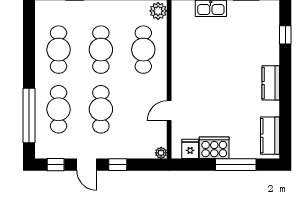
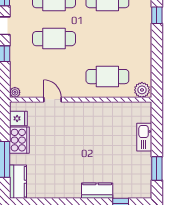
cafe table: (101, 50) -> (107, 39), removed
kitchen counter: (271, 83) -> (97, 191), moved
kitchen counter: (270, 136) -> (18, 182), moved, turned 90

